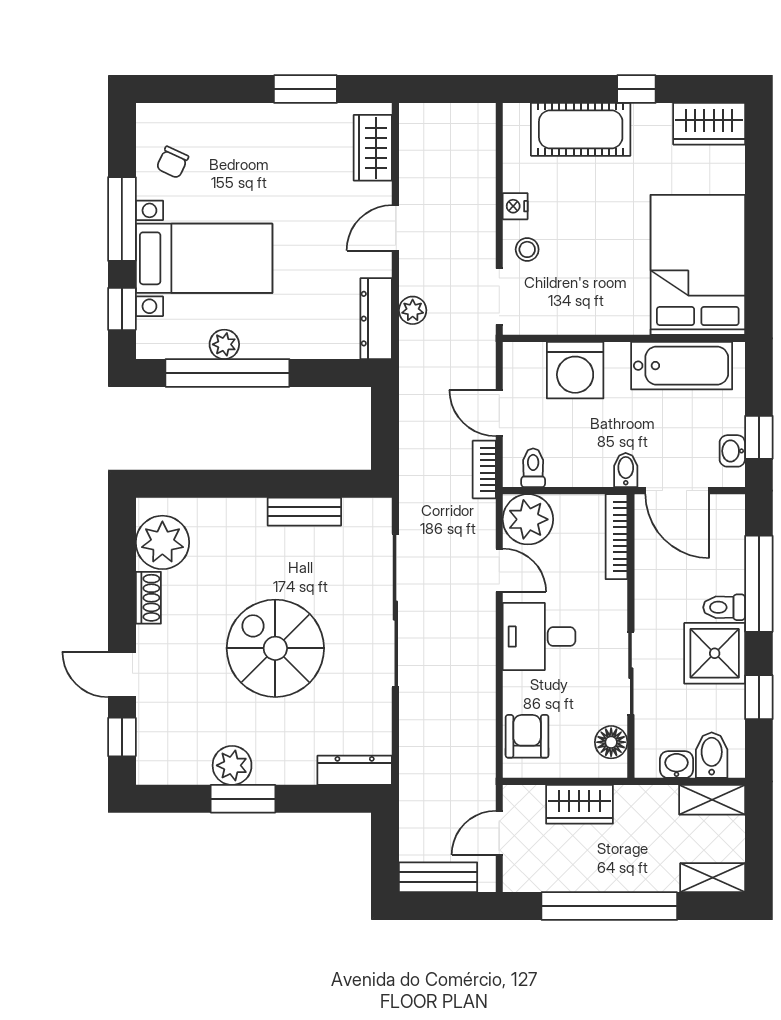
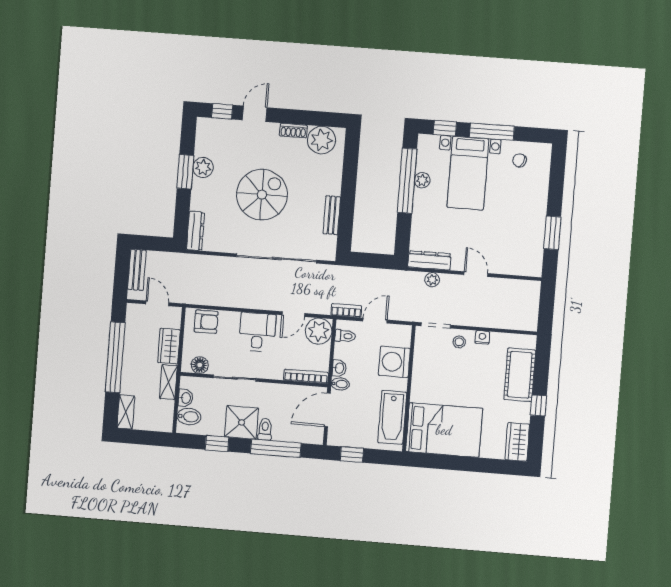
wardrobe: (373, 148) -> (519, 266), removed
washbasin: (732, 451) -> (339, 368), moved, turned 90
shelving: (712, 800) -> (168, 382), moved

